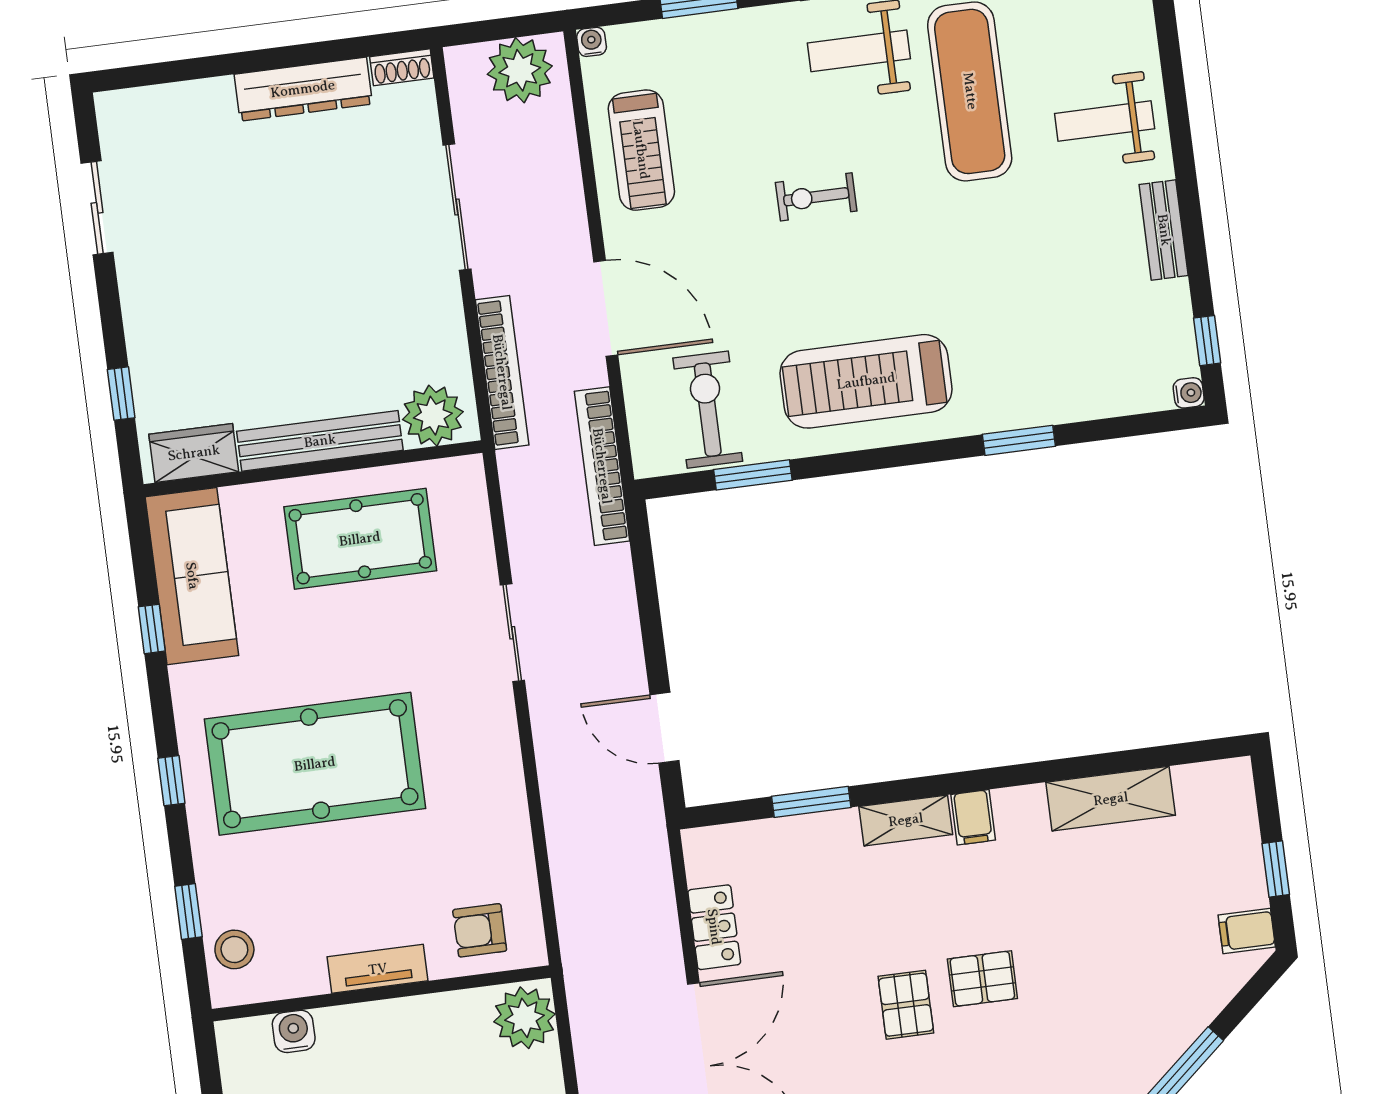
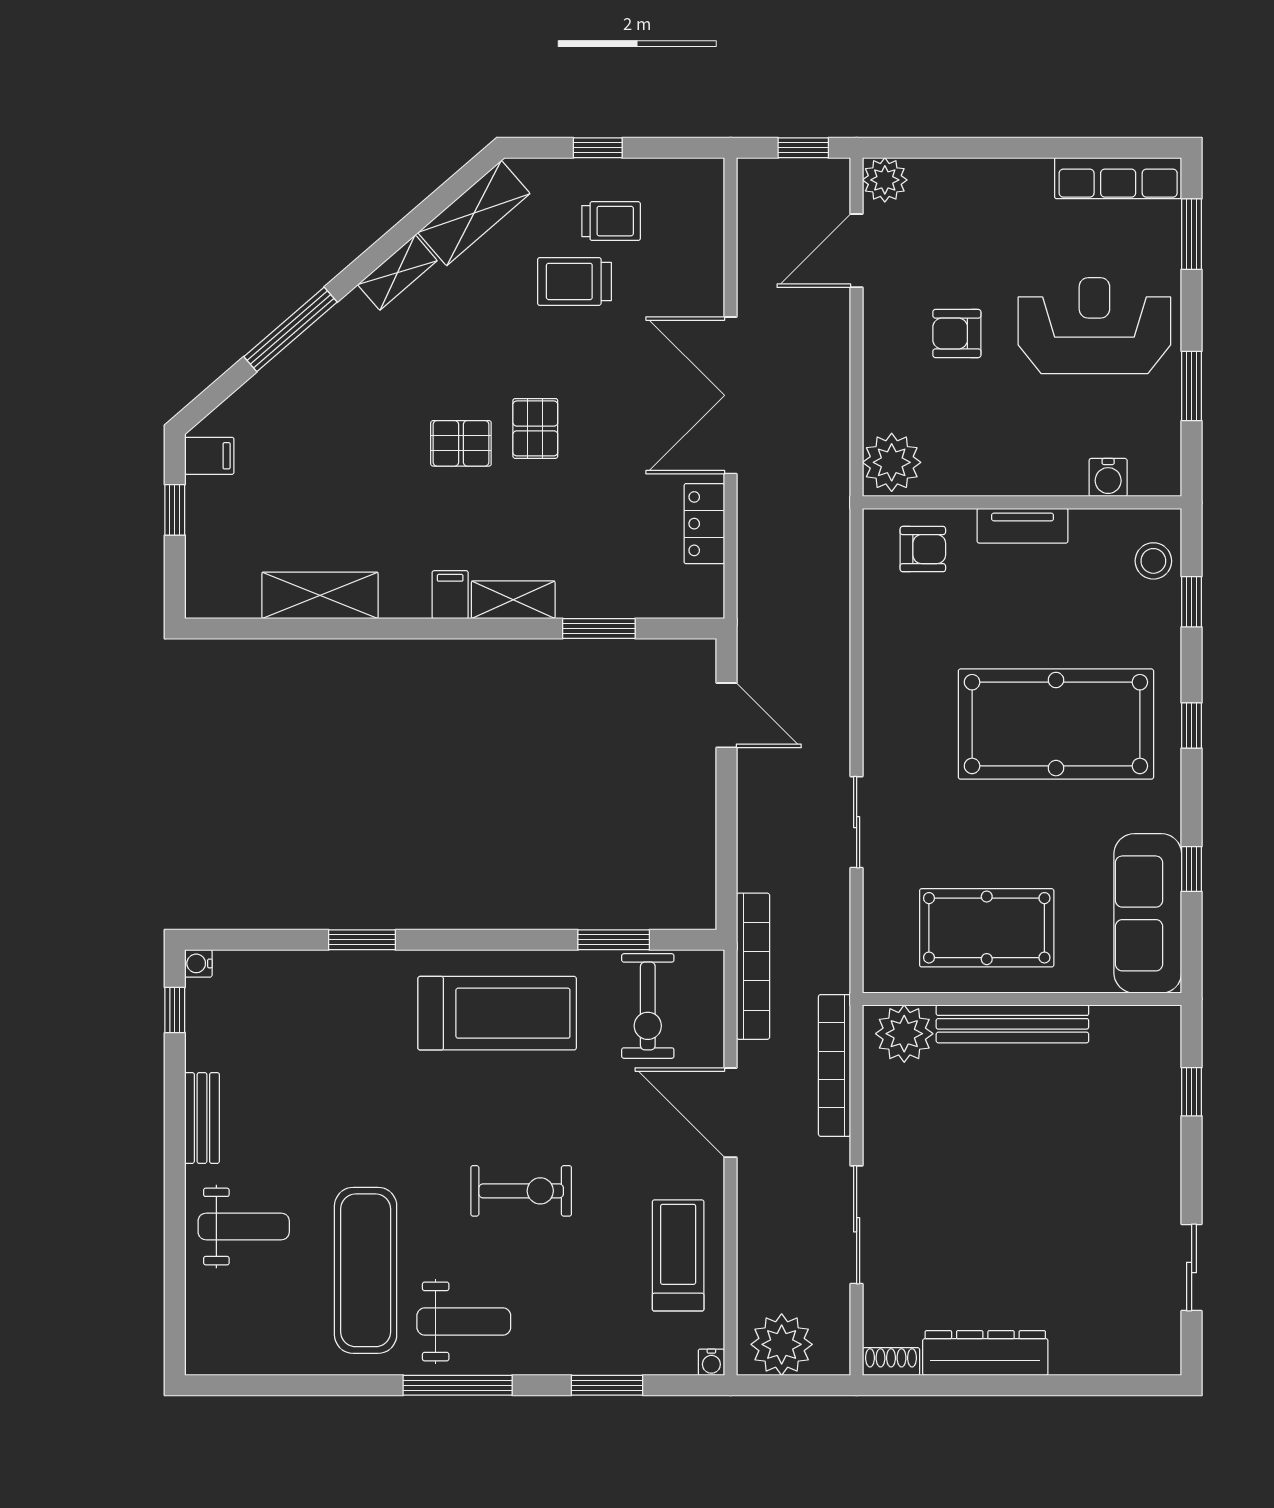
exercise bike: (816, 197) -> (521, 1191), width x1.38, depth x1.39
wardrobe: (194, 453) -> (1131, 1028), removed

